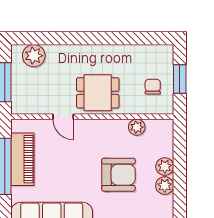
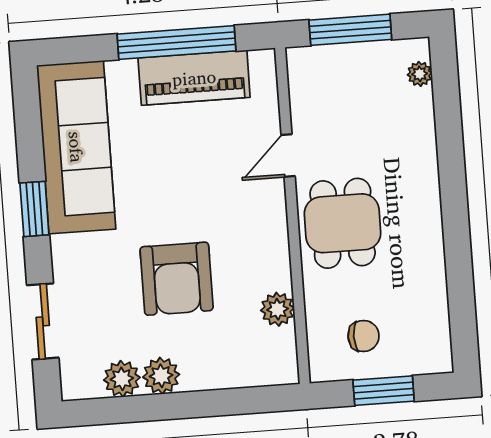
plant: (34, 56) -> (420, 74), width x0.53, depth x0.53
plant: (165, 166) -> (122, 379), moved

